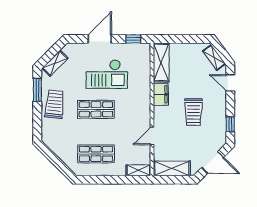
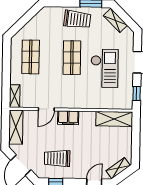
checkout: (107, 74) -> (104, 68), turned 180
filing cabinet: (161, 94) -> (68, 118), moved
trolley: (193, 112) -> (57, 158), moved
door: (152, 136) -> (46, 109), swing flipped

